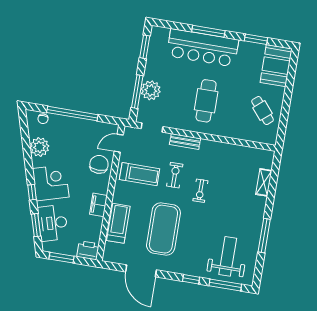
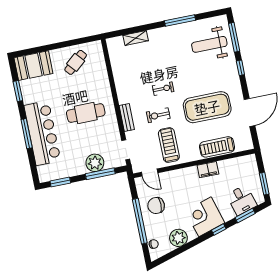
chair: (99, 164) -> (156, 206), moved
desk: (53, 223) -> (242, 200), width x0.73
printer: (88, 250) -> (249, 164), removed

